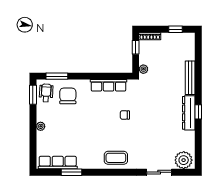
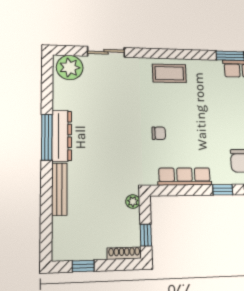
window: (83, 76) -> (223, 190), added
window: (198, 112) -> (47, 137), width x2.17

